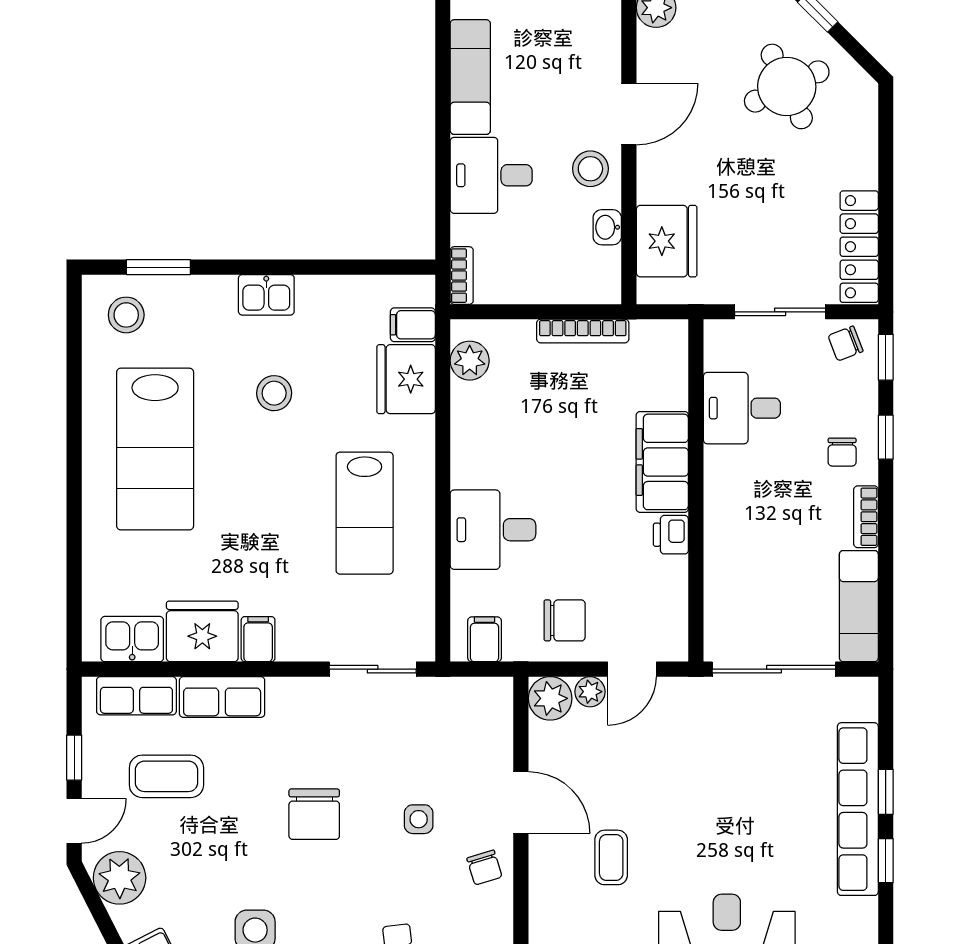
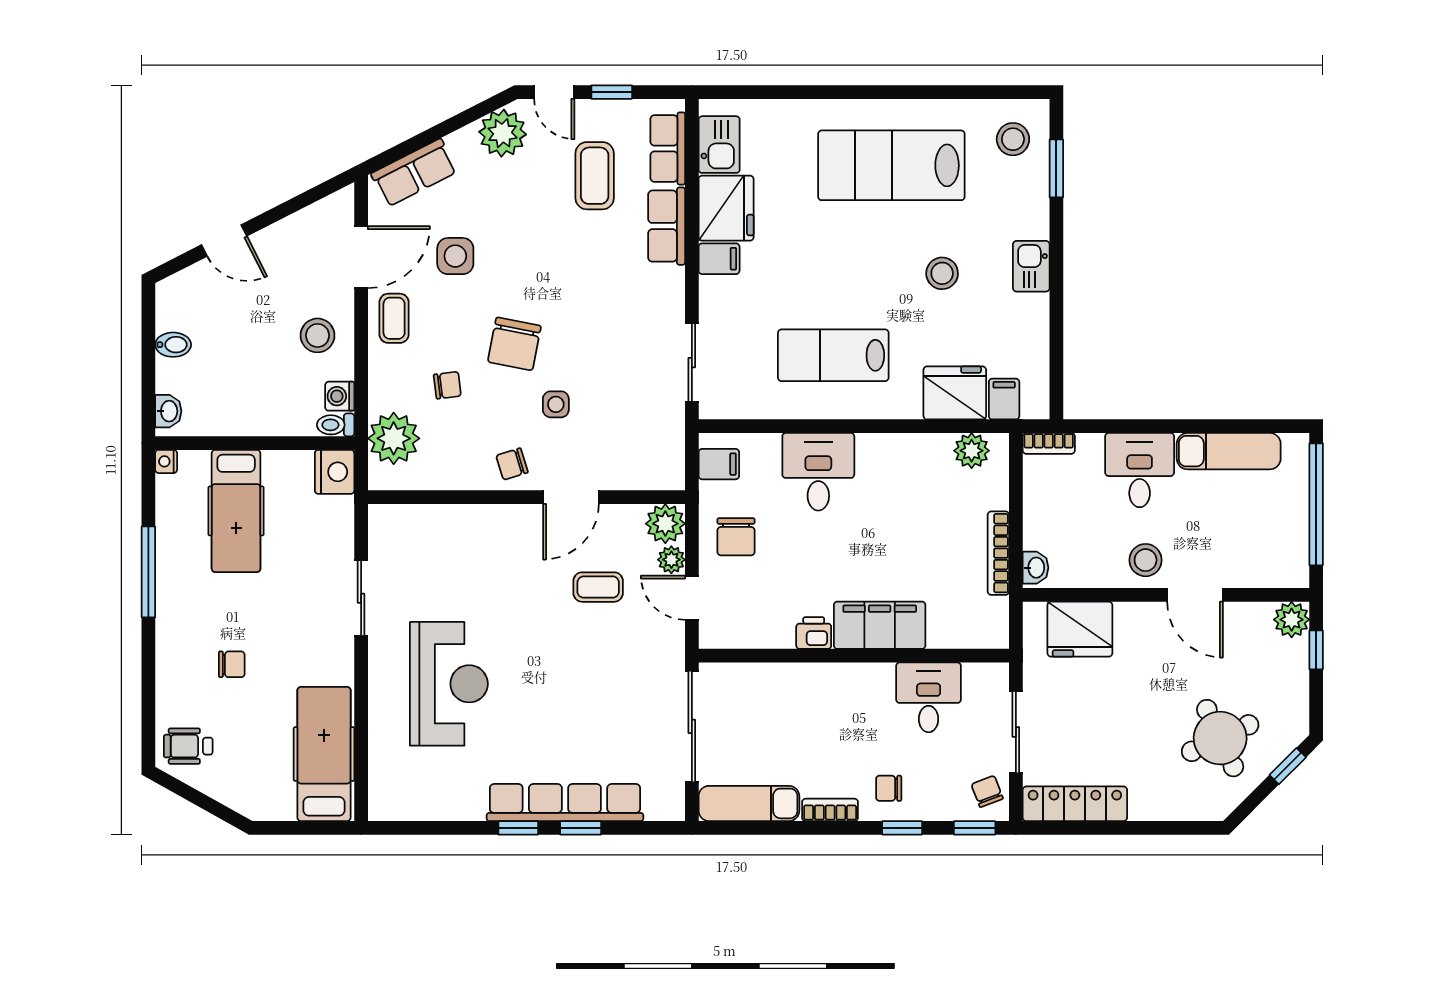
washbasin: (607, 227) -> (1035, 568), moved, turned 90
chair: (314, 814) -> (514, 344), moved, turned -79
coffee table: (611, 857) -> (598, 587), moved

